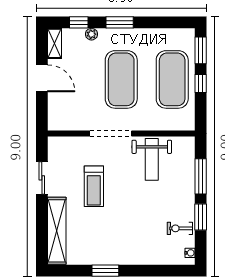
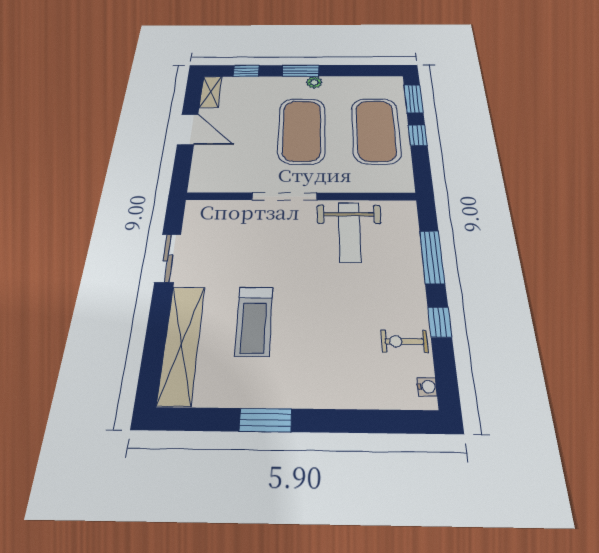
plant: (91, 34) -> (314, 82), moved
treadmill: (94, 186) -> (254, 321), moved
window: (201, 217) -> (440, 322), width x0.67

